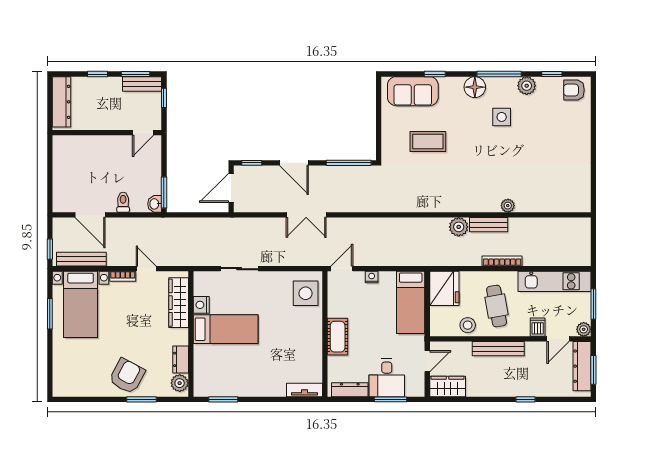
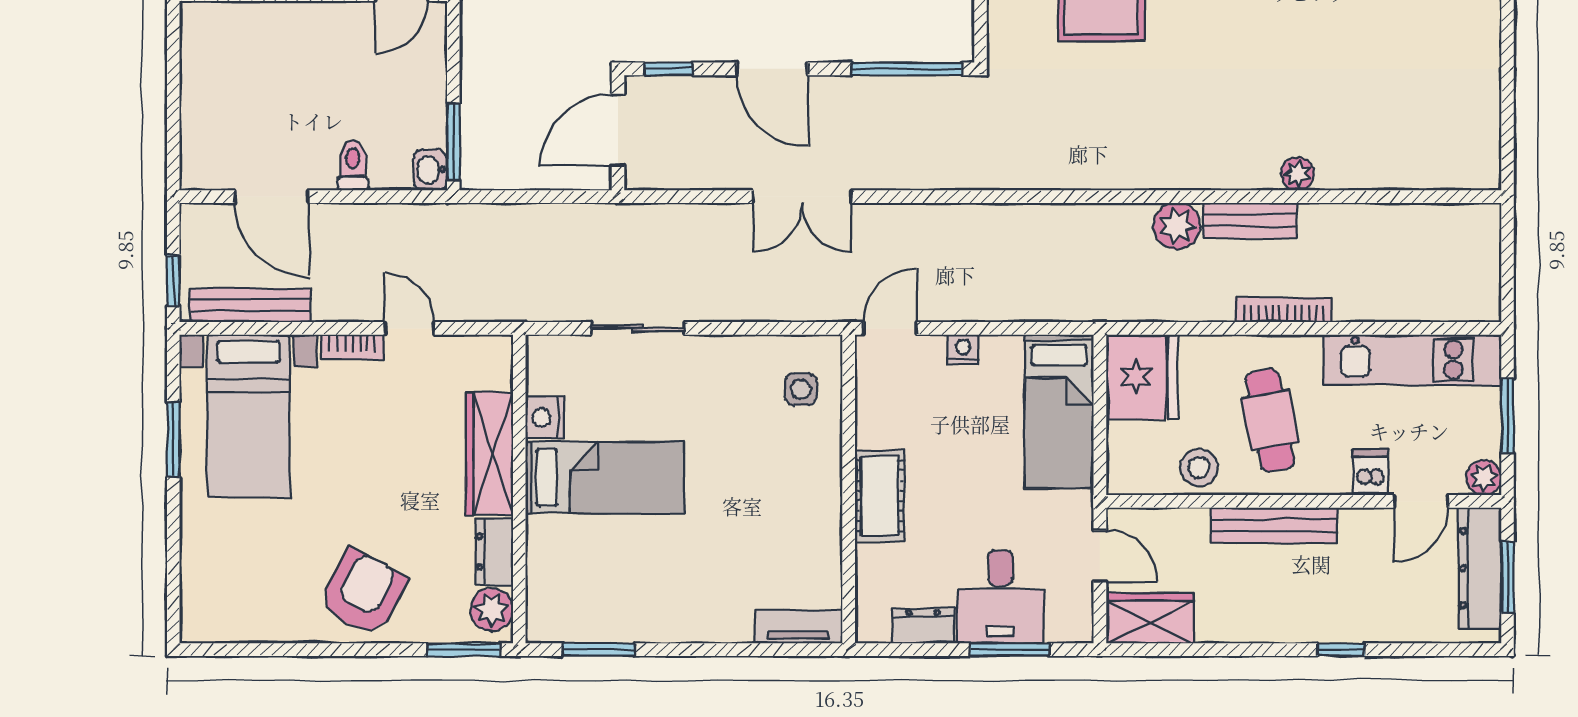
side table: (306, 293) -> (801, 389), width x0.54, depth x0.54
wardrobe: (179, 303) -> (489, 453), moved
door: (427, 361) -> (1100, 556), hinge flipped
dresser: (350, 390) -> (923, 626), width x0.70
window: (142, 399) -> (464, 650), moved

